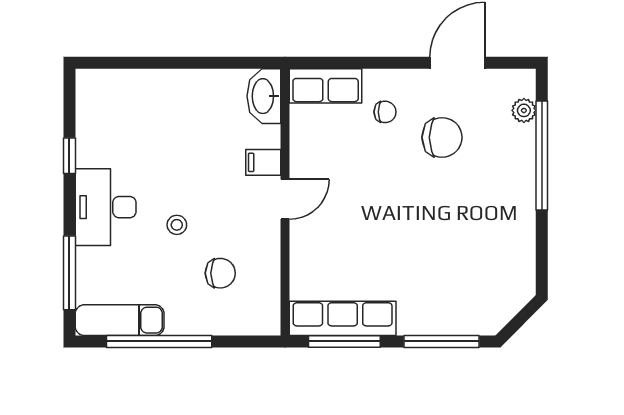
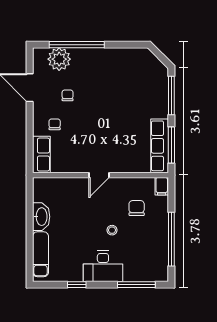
washbasin: (264, 96) -> (41, 217), moved, turned -90
plant: (524, 110) -> (59, 59), width x1.88, depth x1.88
chair: (442, 137) -> (68, 95), width x0.54, depth x0.54
filing cabinet: (263, 162) -> (162, 186), moved
door: (285, 199) -> (99, 175), swing flipped
exam couch: (120, 320) -> (40, 254), moved, turned 180

